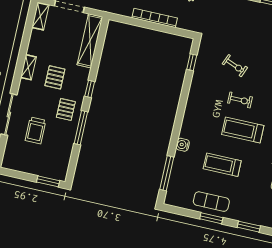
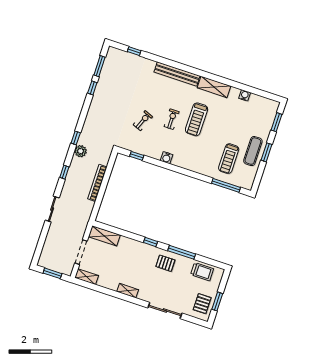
shelving: (90, 41) -> (104, 236), width x0.68
pallet: (55, 77) -> (202, 304), moved, turned 90
trolley: (36, 130) -> (202, 272), moved
water cooler: (183, 145) -> (167, 158), moved
treadmill: (222, 165) -> (229, 159), moved
window: (48, 181) -> (217, 301), moved

